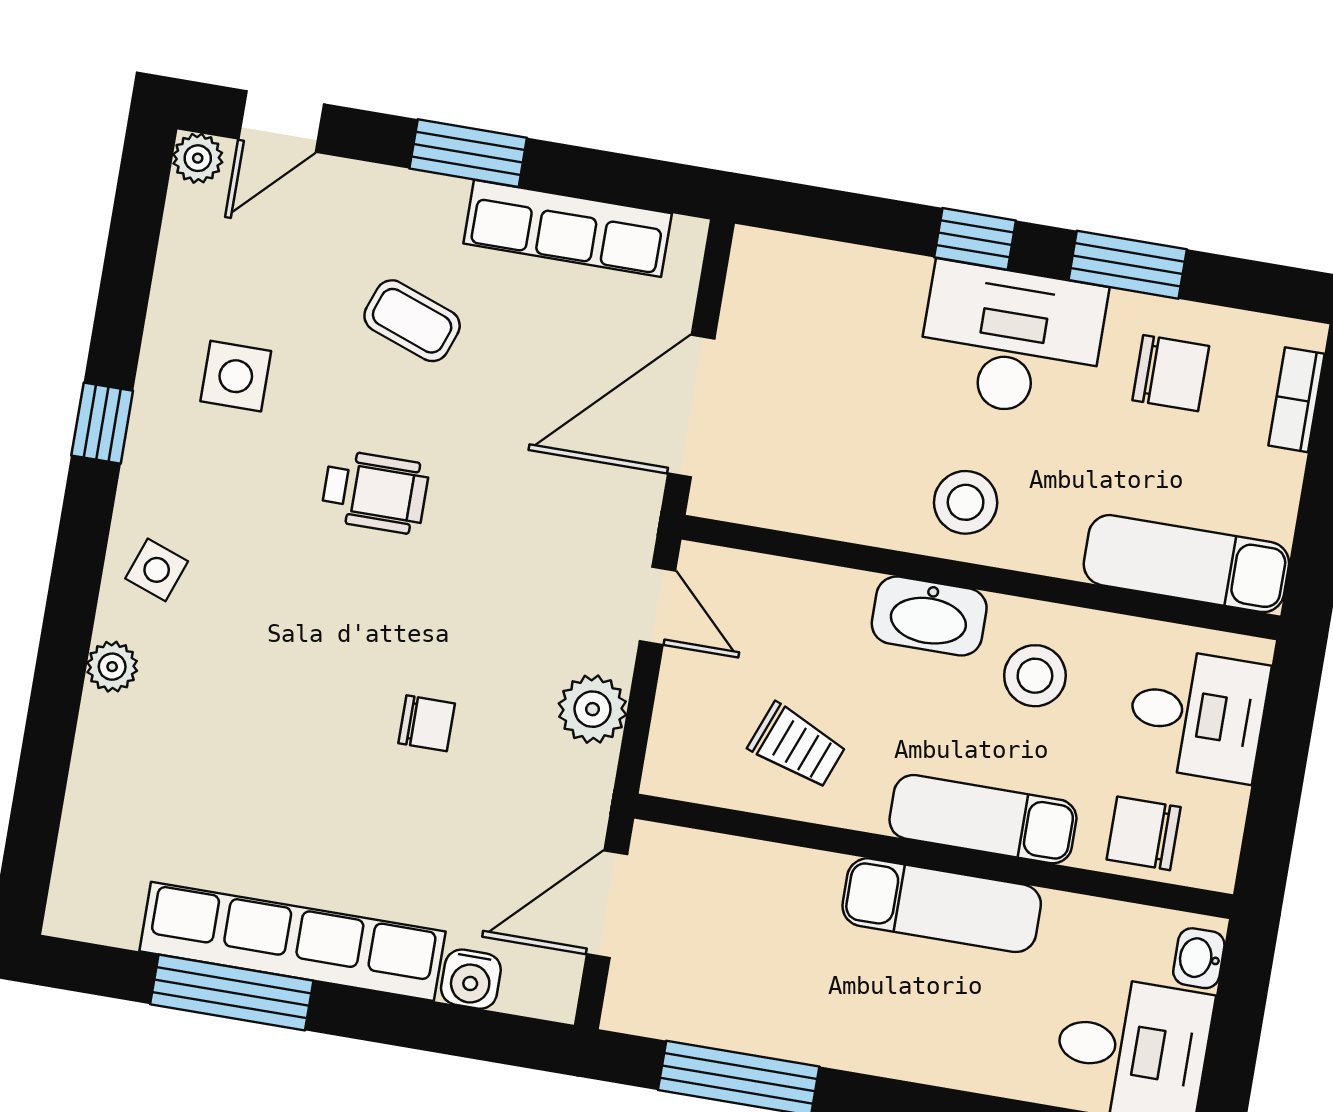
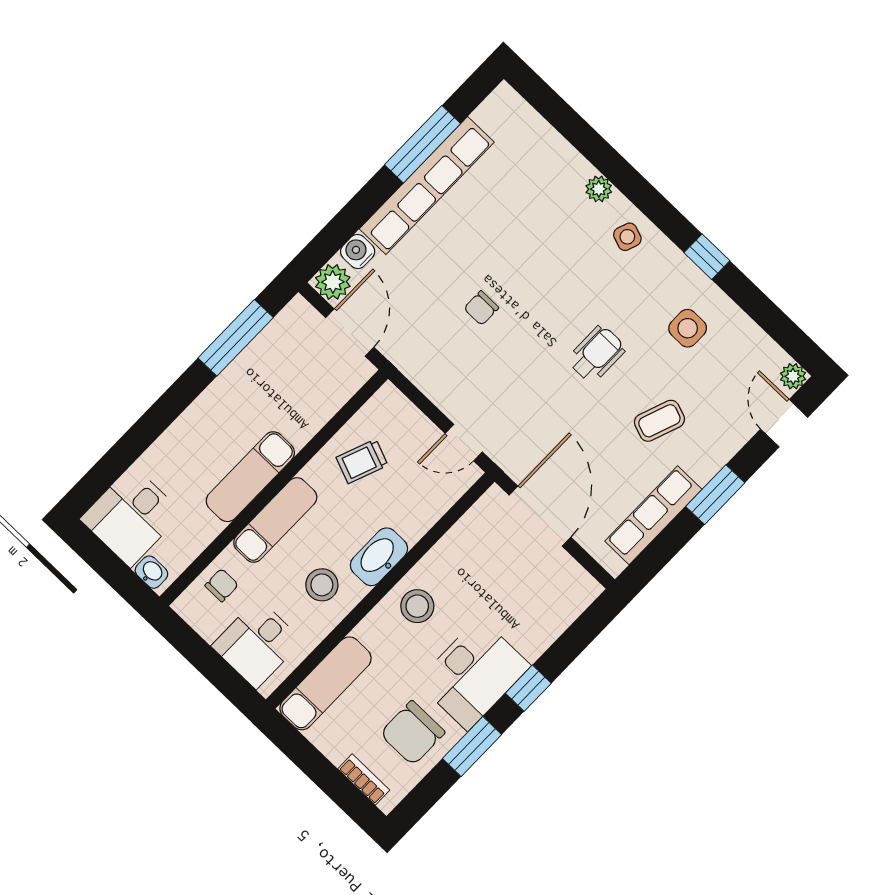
chair: (1171, 373) -> (412, 733), width x1.37, depth x1.37
wheelchair: (375, 492) -> (596, 354), turned 180
plant: (593, 709) -> (333, 282), moved
chair: (1144, 833) -> (222, 585), width x0.73, depth x0.73

